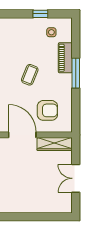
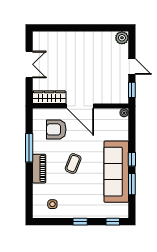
window: (40, 14) -> (80, 222), moved
piano: (65, 58) -> (39, 169), moved
window: (76, 73) -> (29, 148), moved

